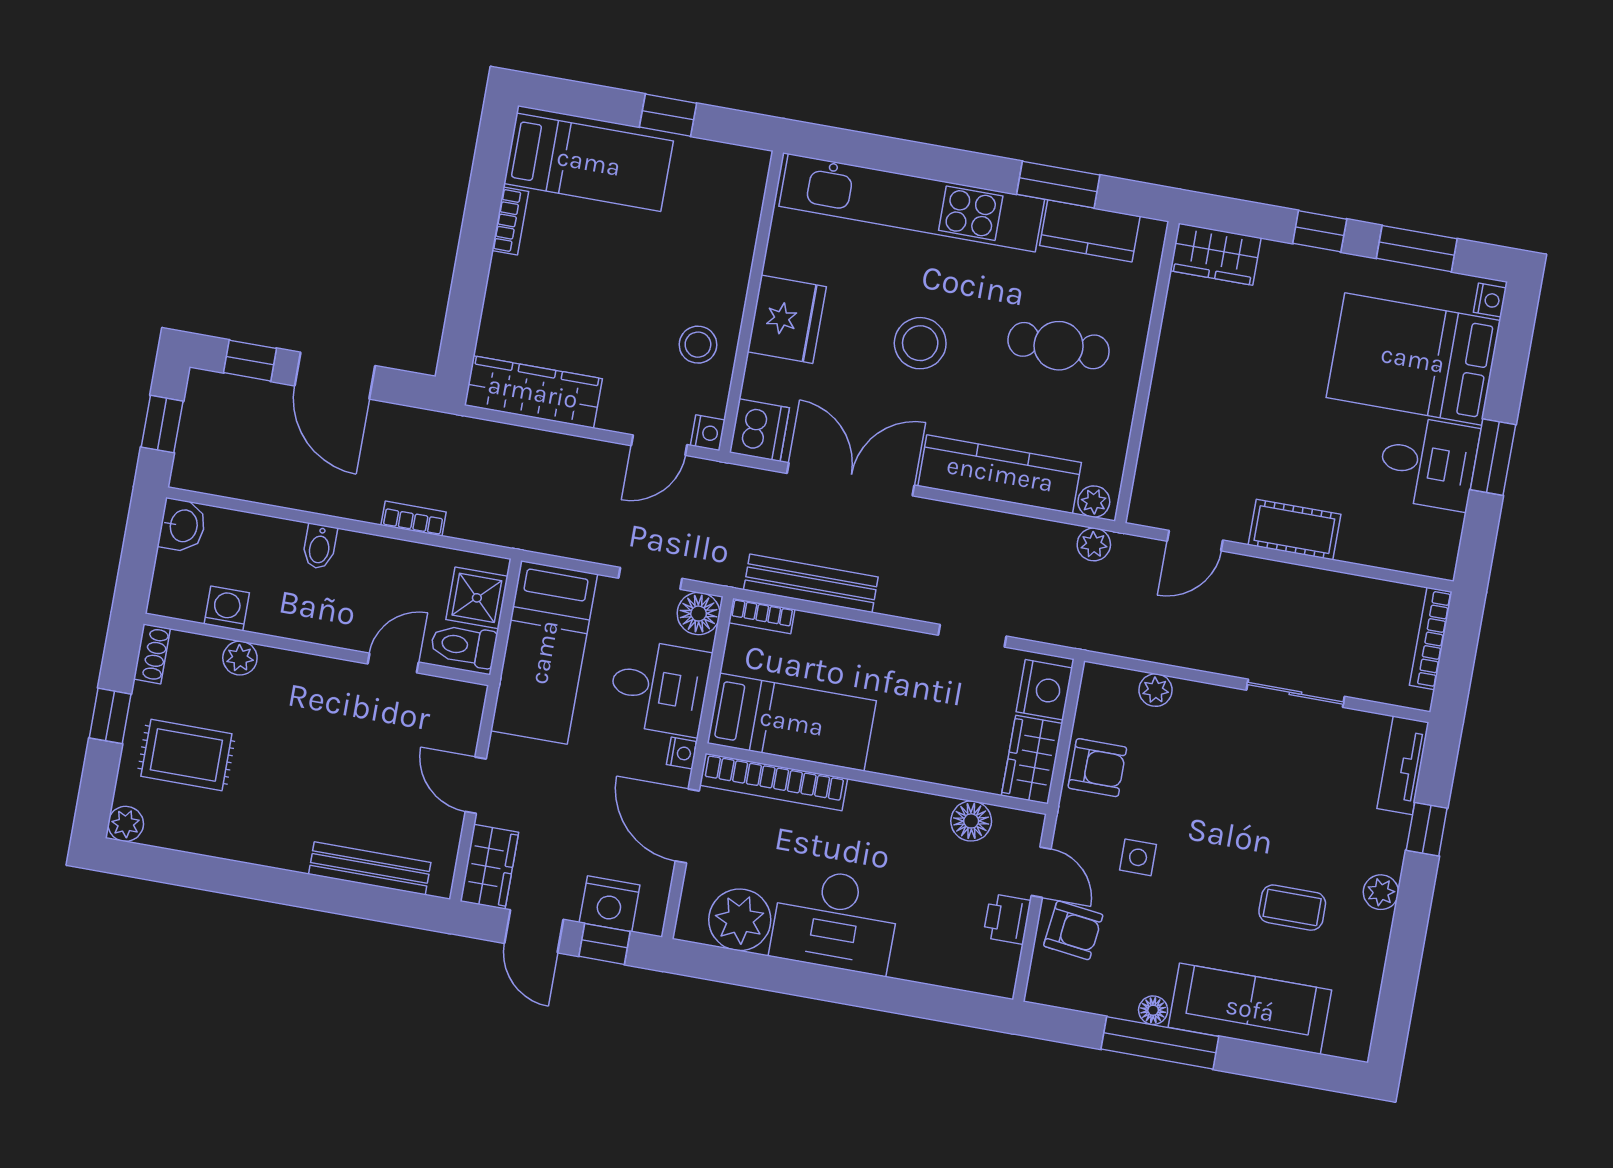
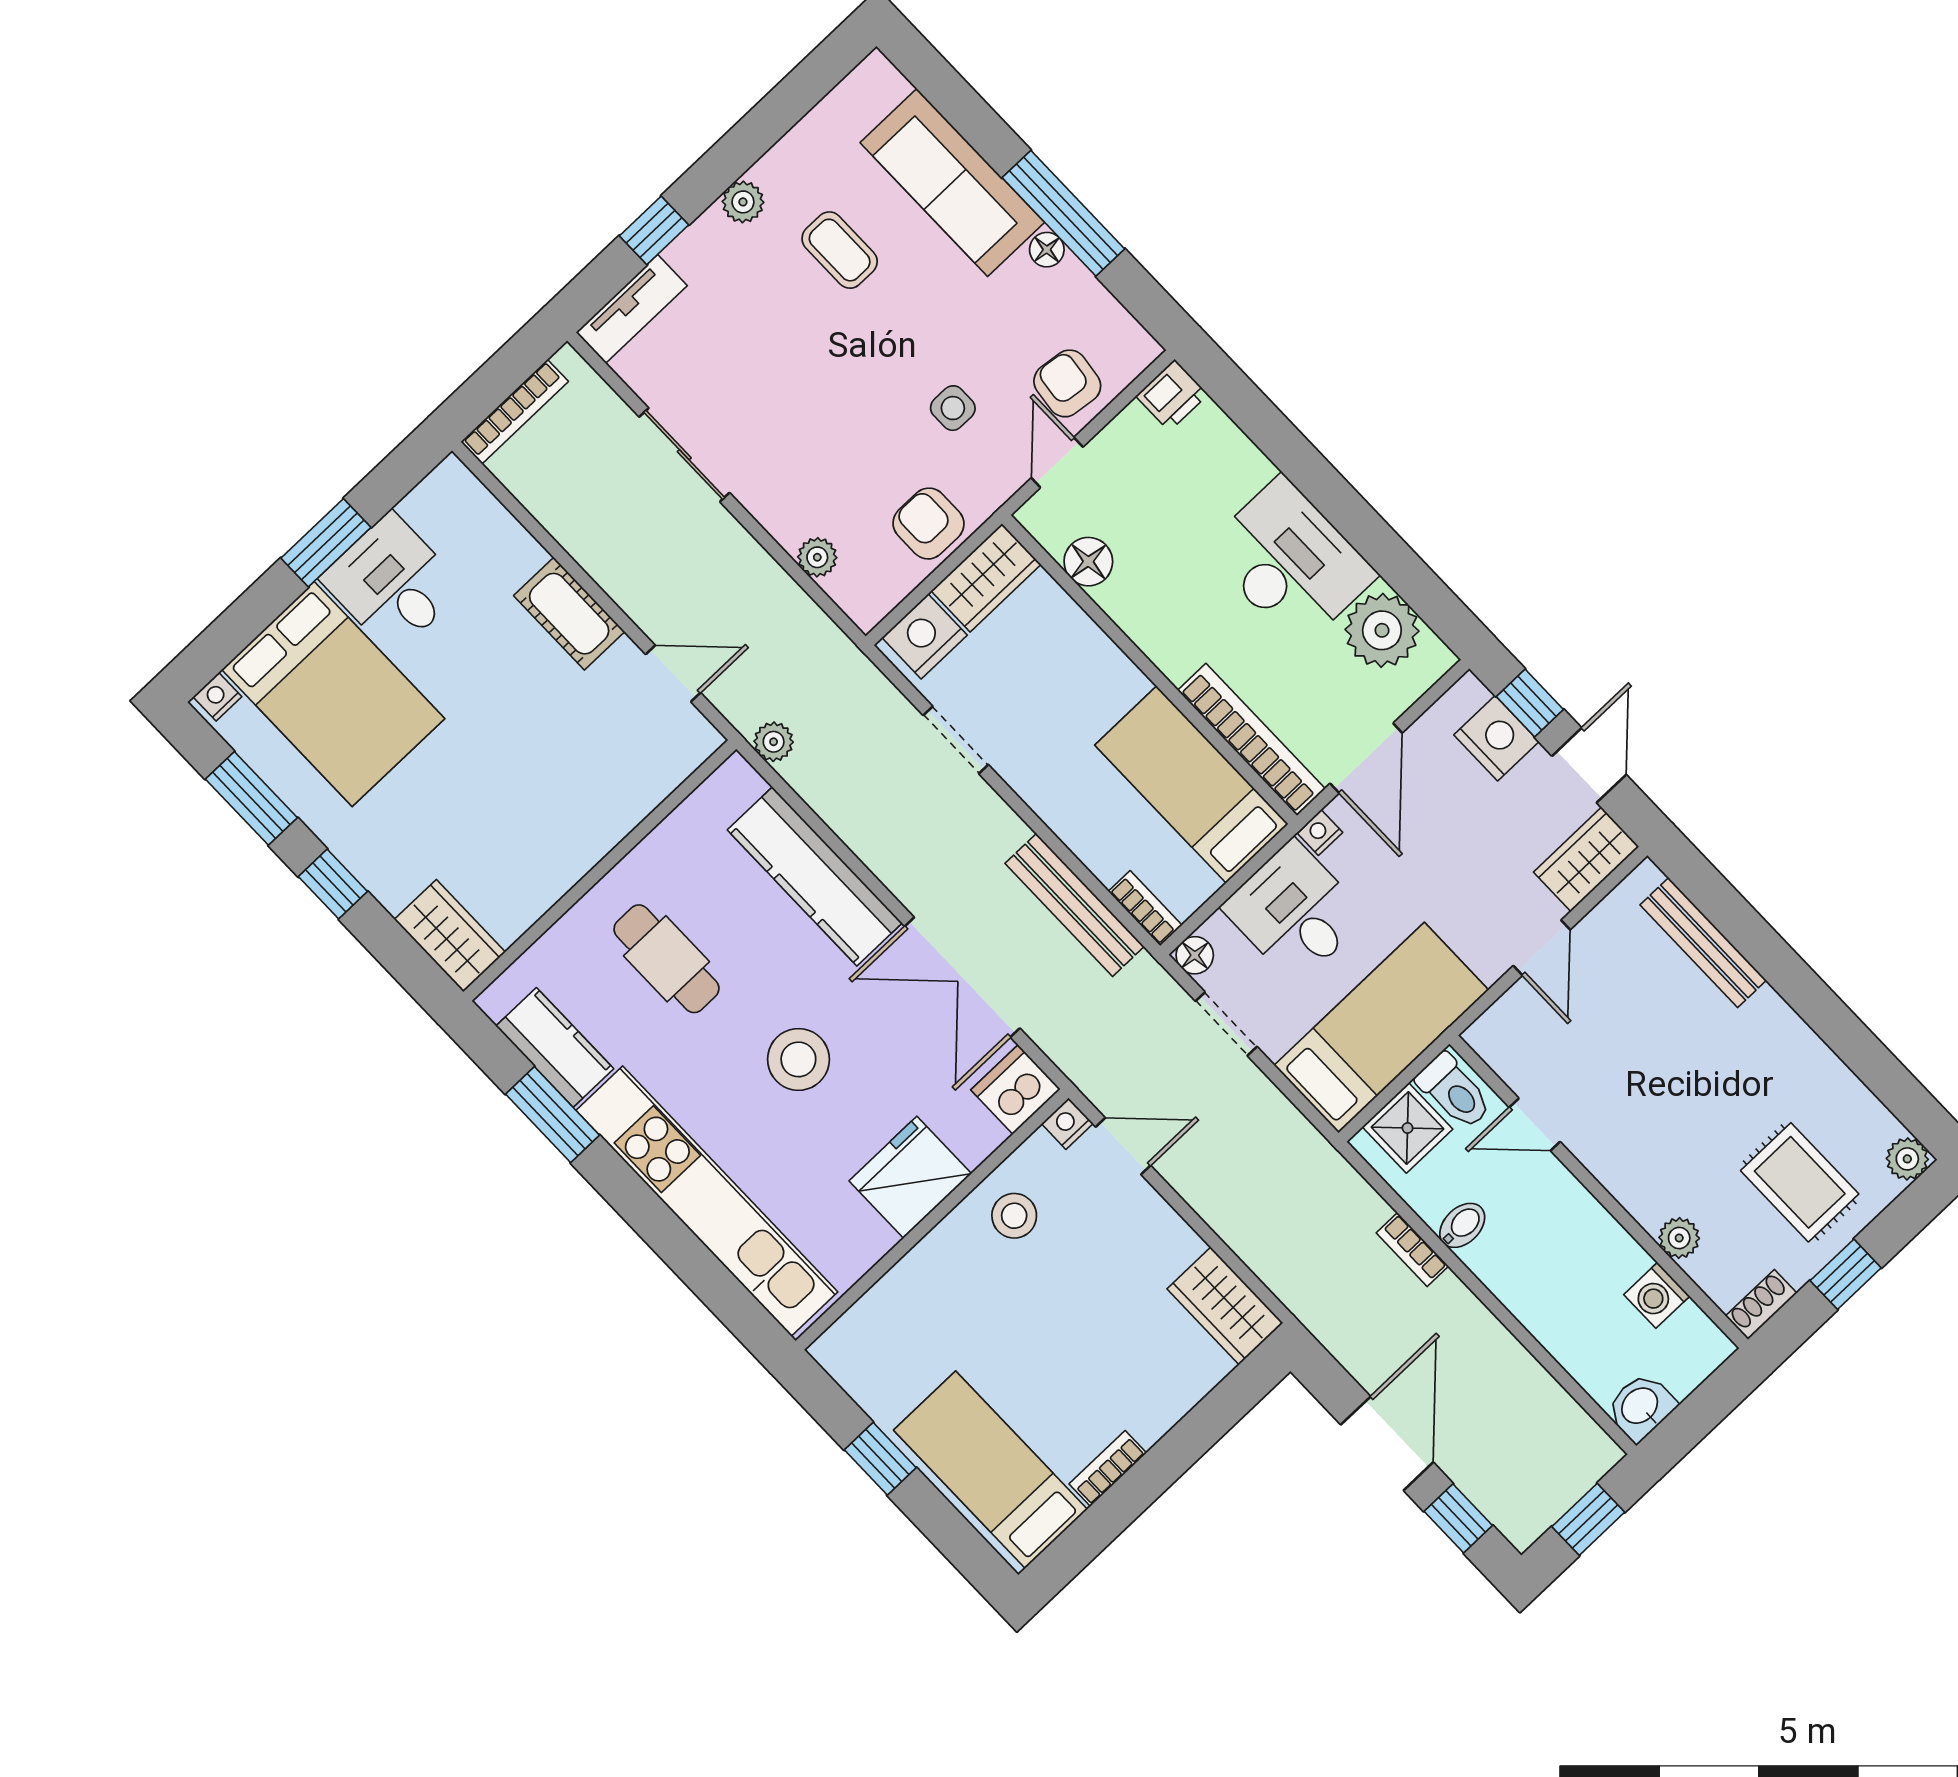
wardrobe: (533, 392) -> (1225, 1306), width x0.67
plant: (1094, 502) -> (743, 783), removed
bidet: (320, 546) -> (1462, 1225), moved
floor lamp: (699, 614) -> (1195, 955), width x0.73, depth x0.73
printer: (1007, 919) -> (1172, 395), moved

